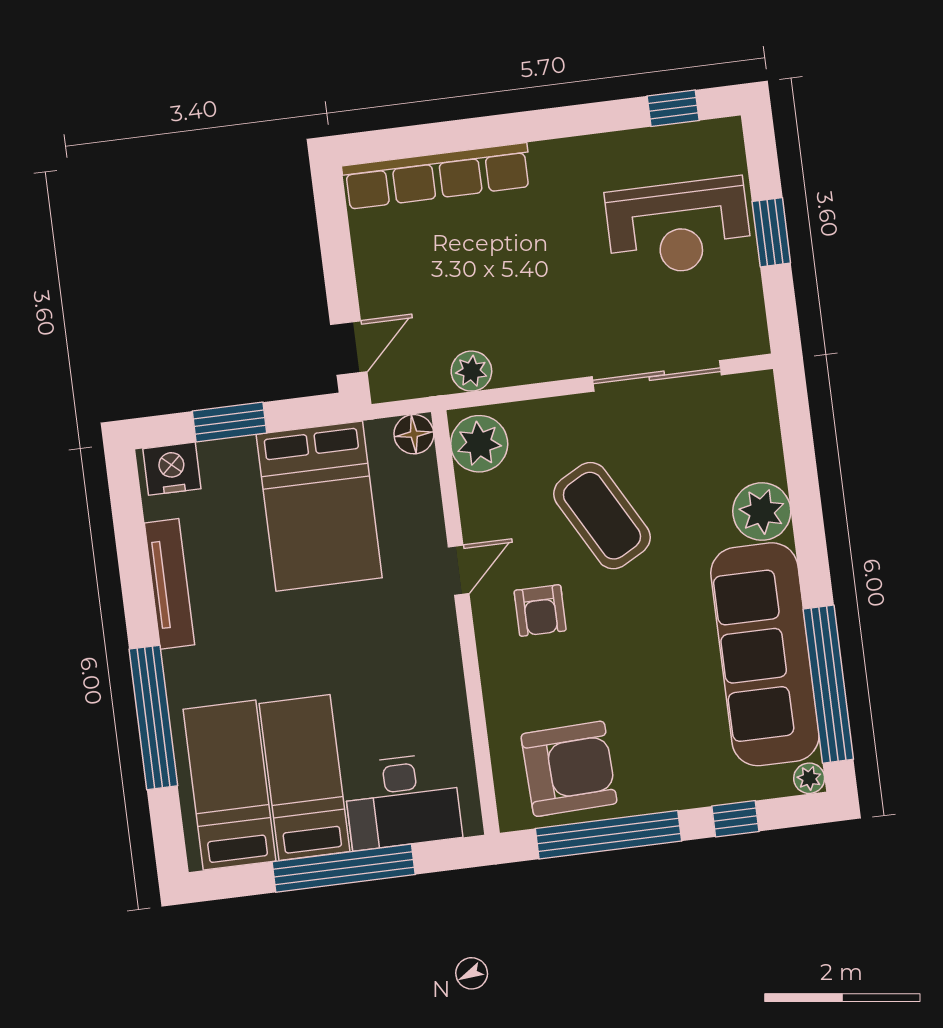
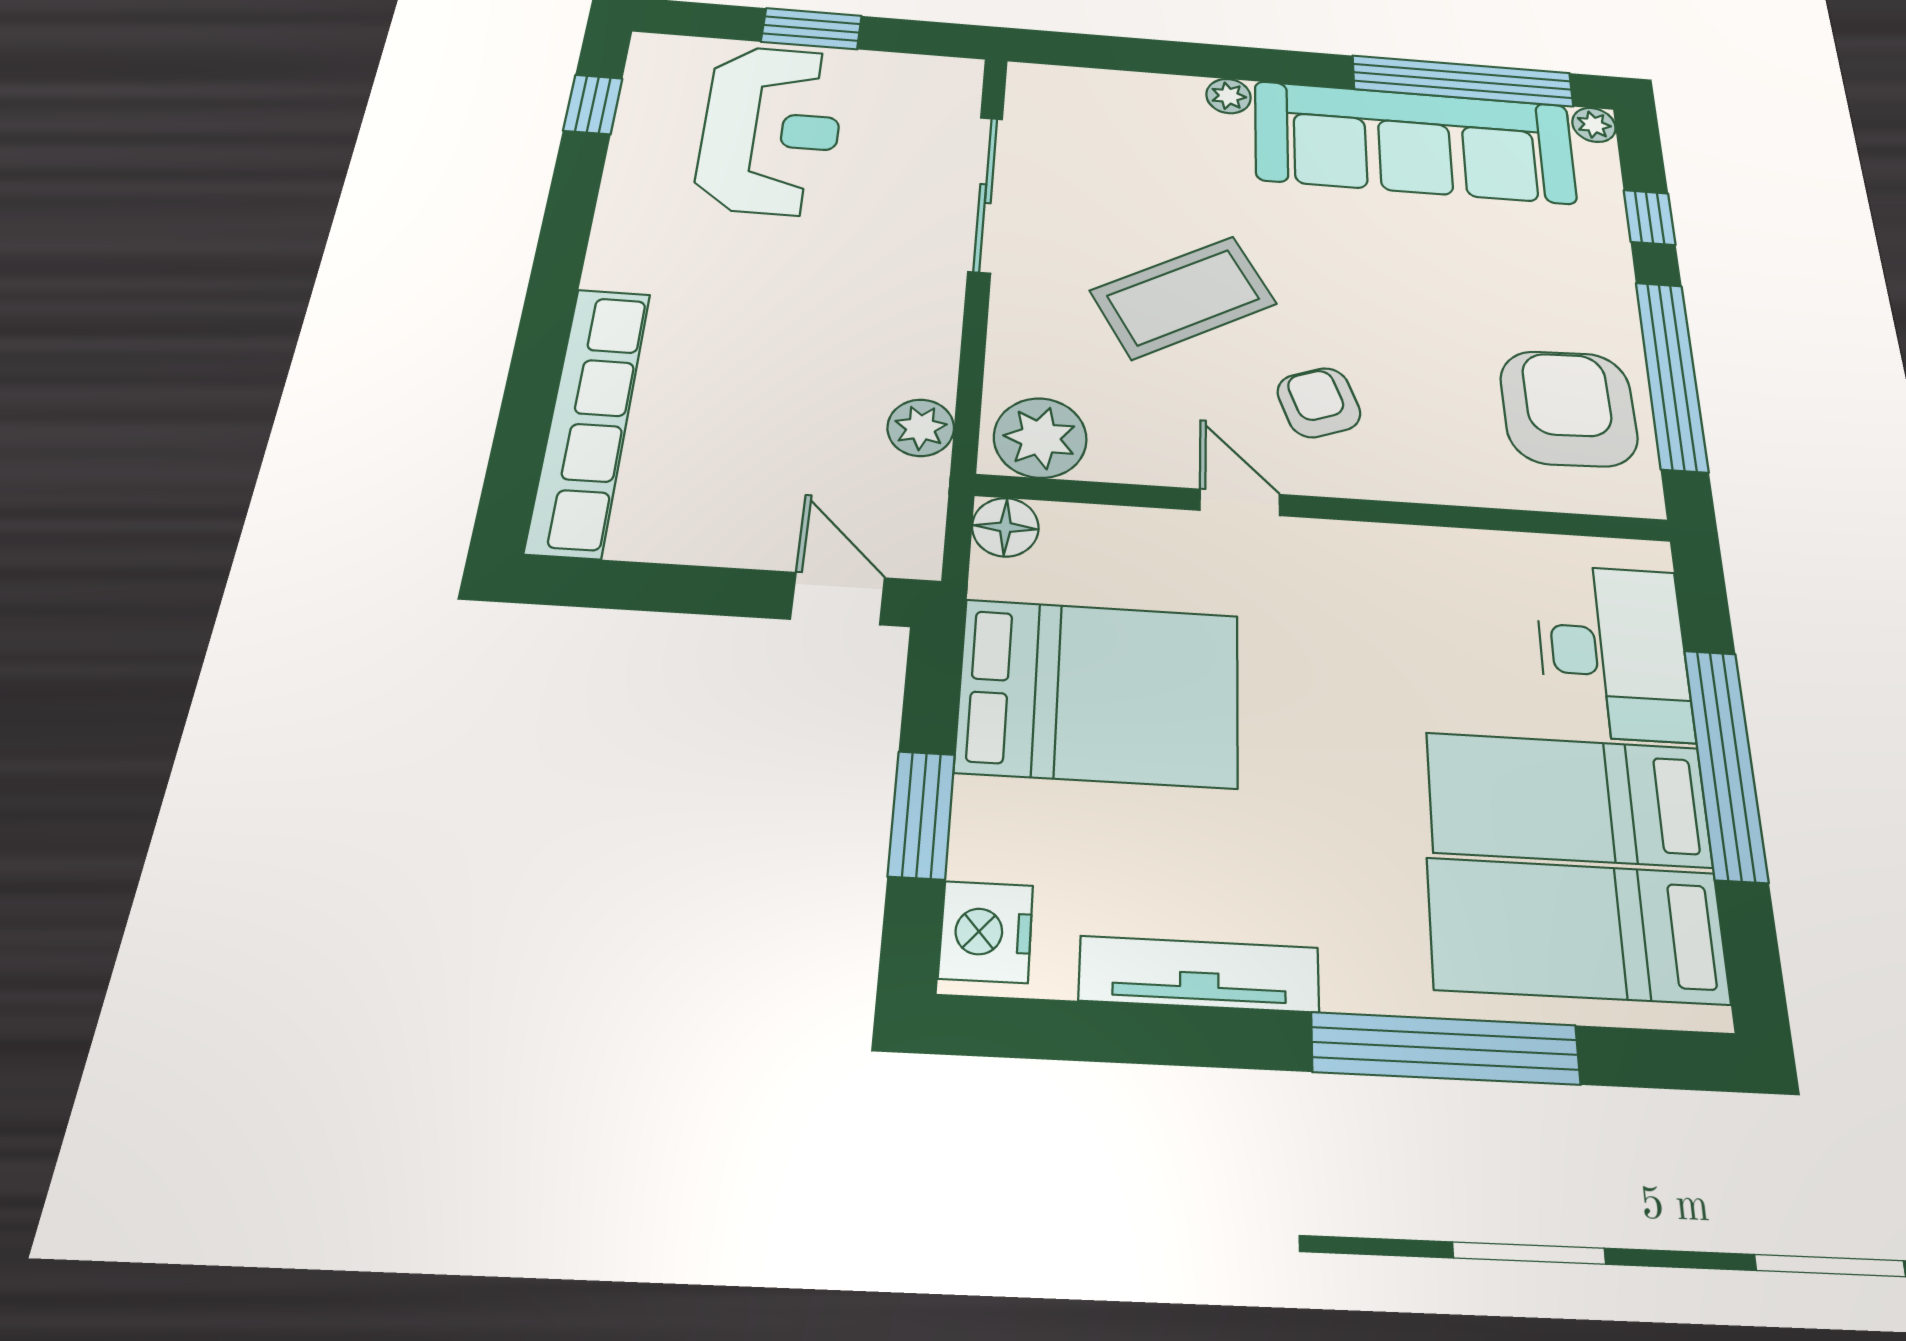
plant: (762, 512) -> (1229, 96), width x0.53, depth x0.53
armchair: (540, 611) -> (1319, 403), turned -110

